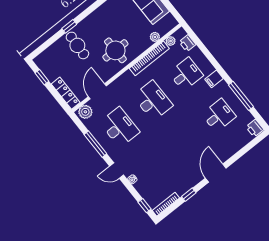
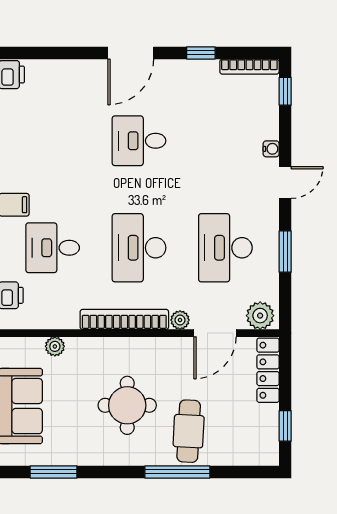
window: (69, 26) -> (177, 472), width x2.17
plant: (171, 41) -> (180, 320), moved
round table: (115, 50) -> (127, 405), moved
bookcase: (149, 58) -> (124, 319), moved
desk: (219, 115) -> (139, 141), moved
window: (95, 144) -> (285, 252), width x0.69
door: (117, 171) -> (285, 182), hinge flipped

